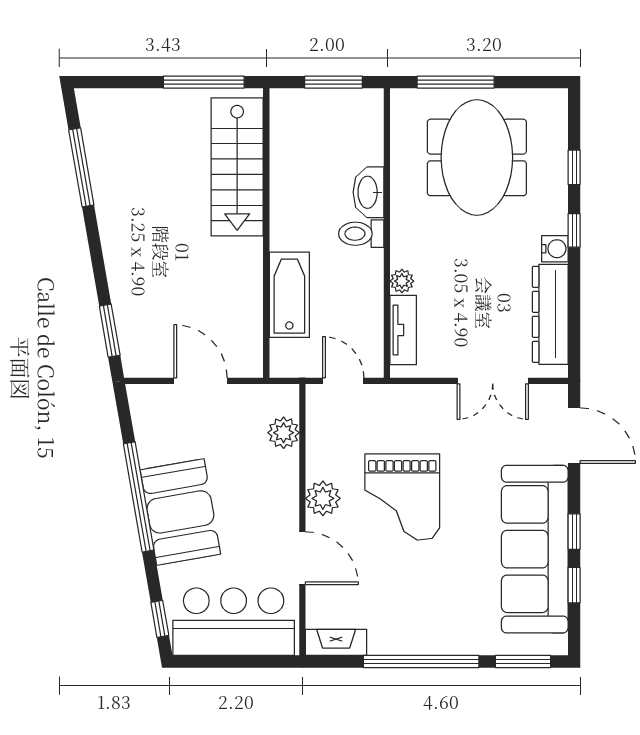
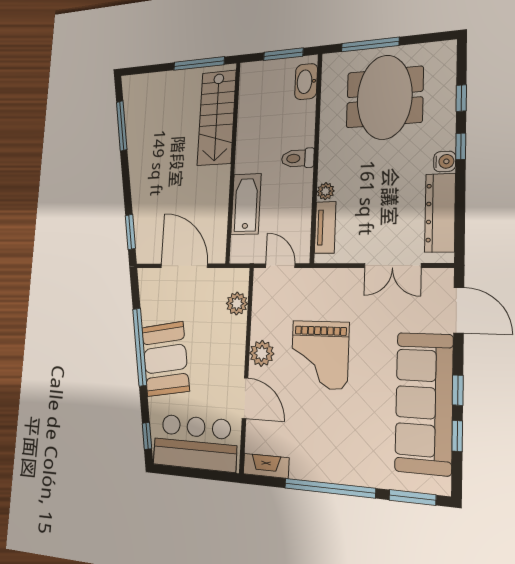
washbasin: (368, 192) -> (306, 82), moved
door: (200, 381) -> (184, 266), width x1.36

